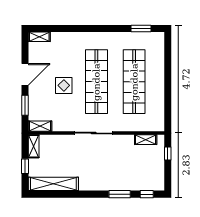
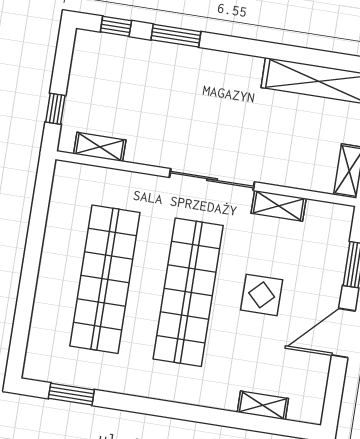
shelving: (39, 37) -> (263, 405), moved
shelving: (40, 126) -> (279, 206), moved

